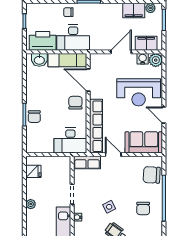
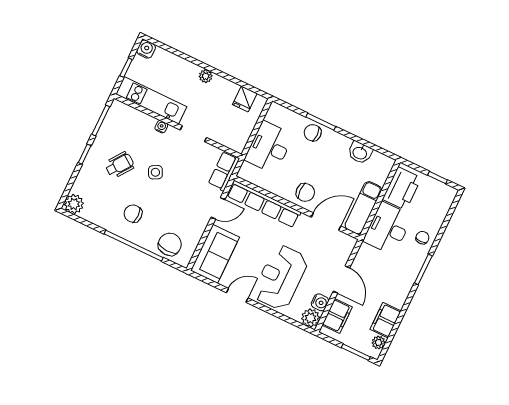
washbasin: (39, 60) -> (360, 153), moved, turned -90
desk: (70, 140) -> (269, 147), moved

